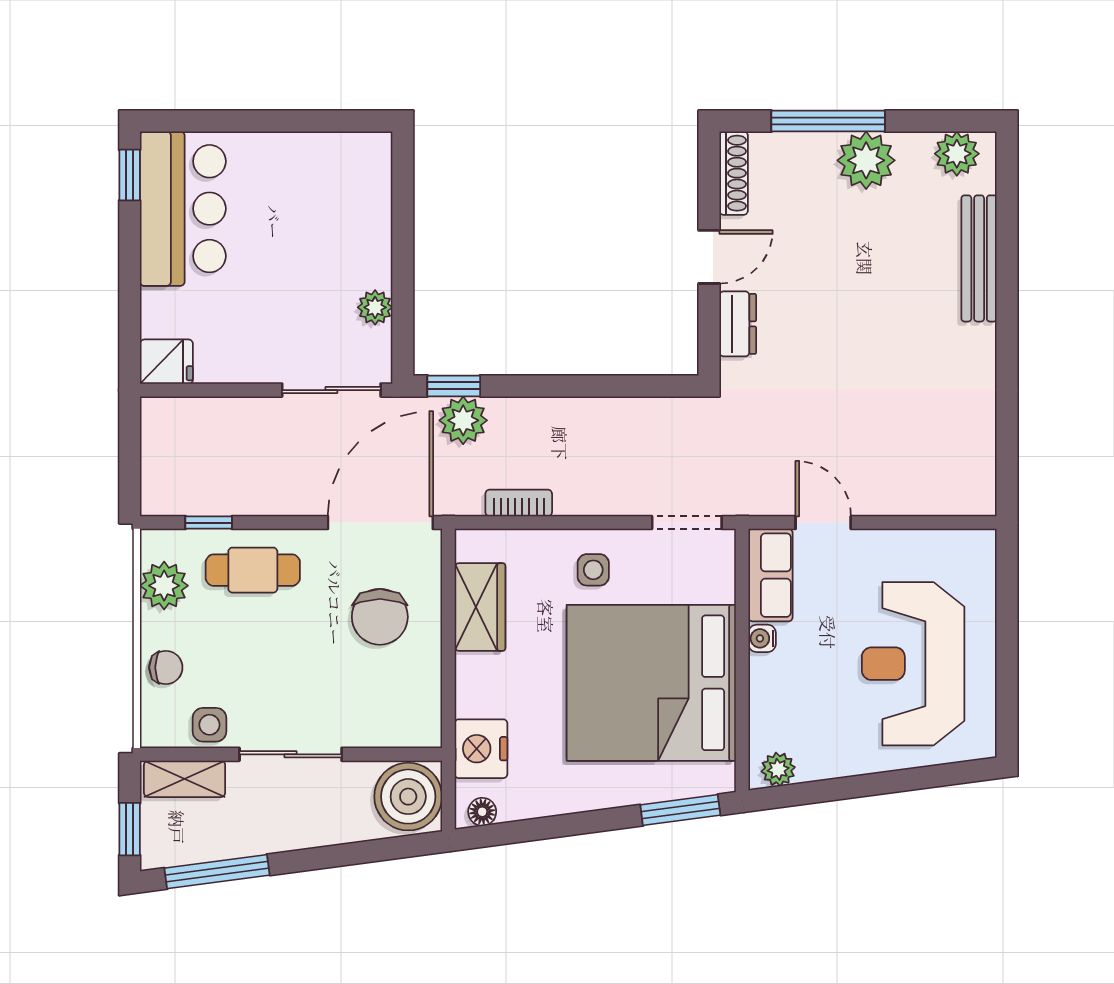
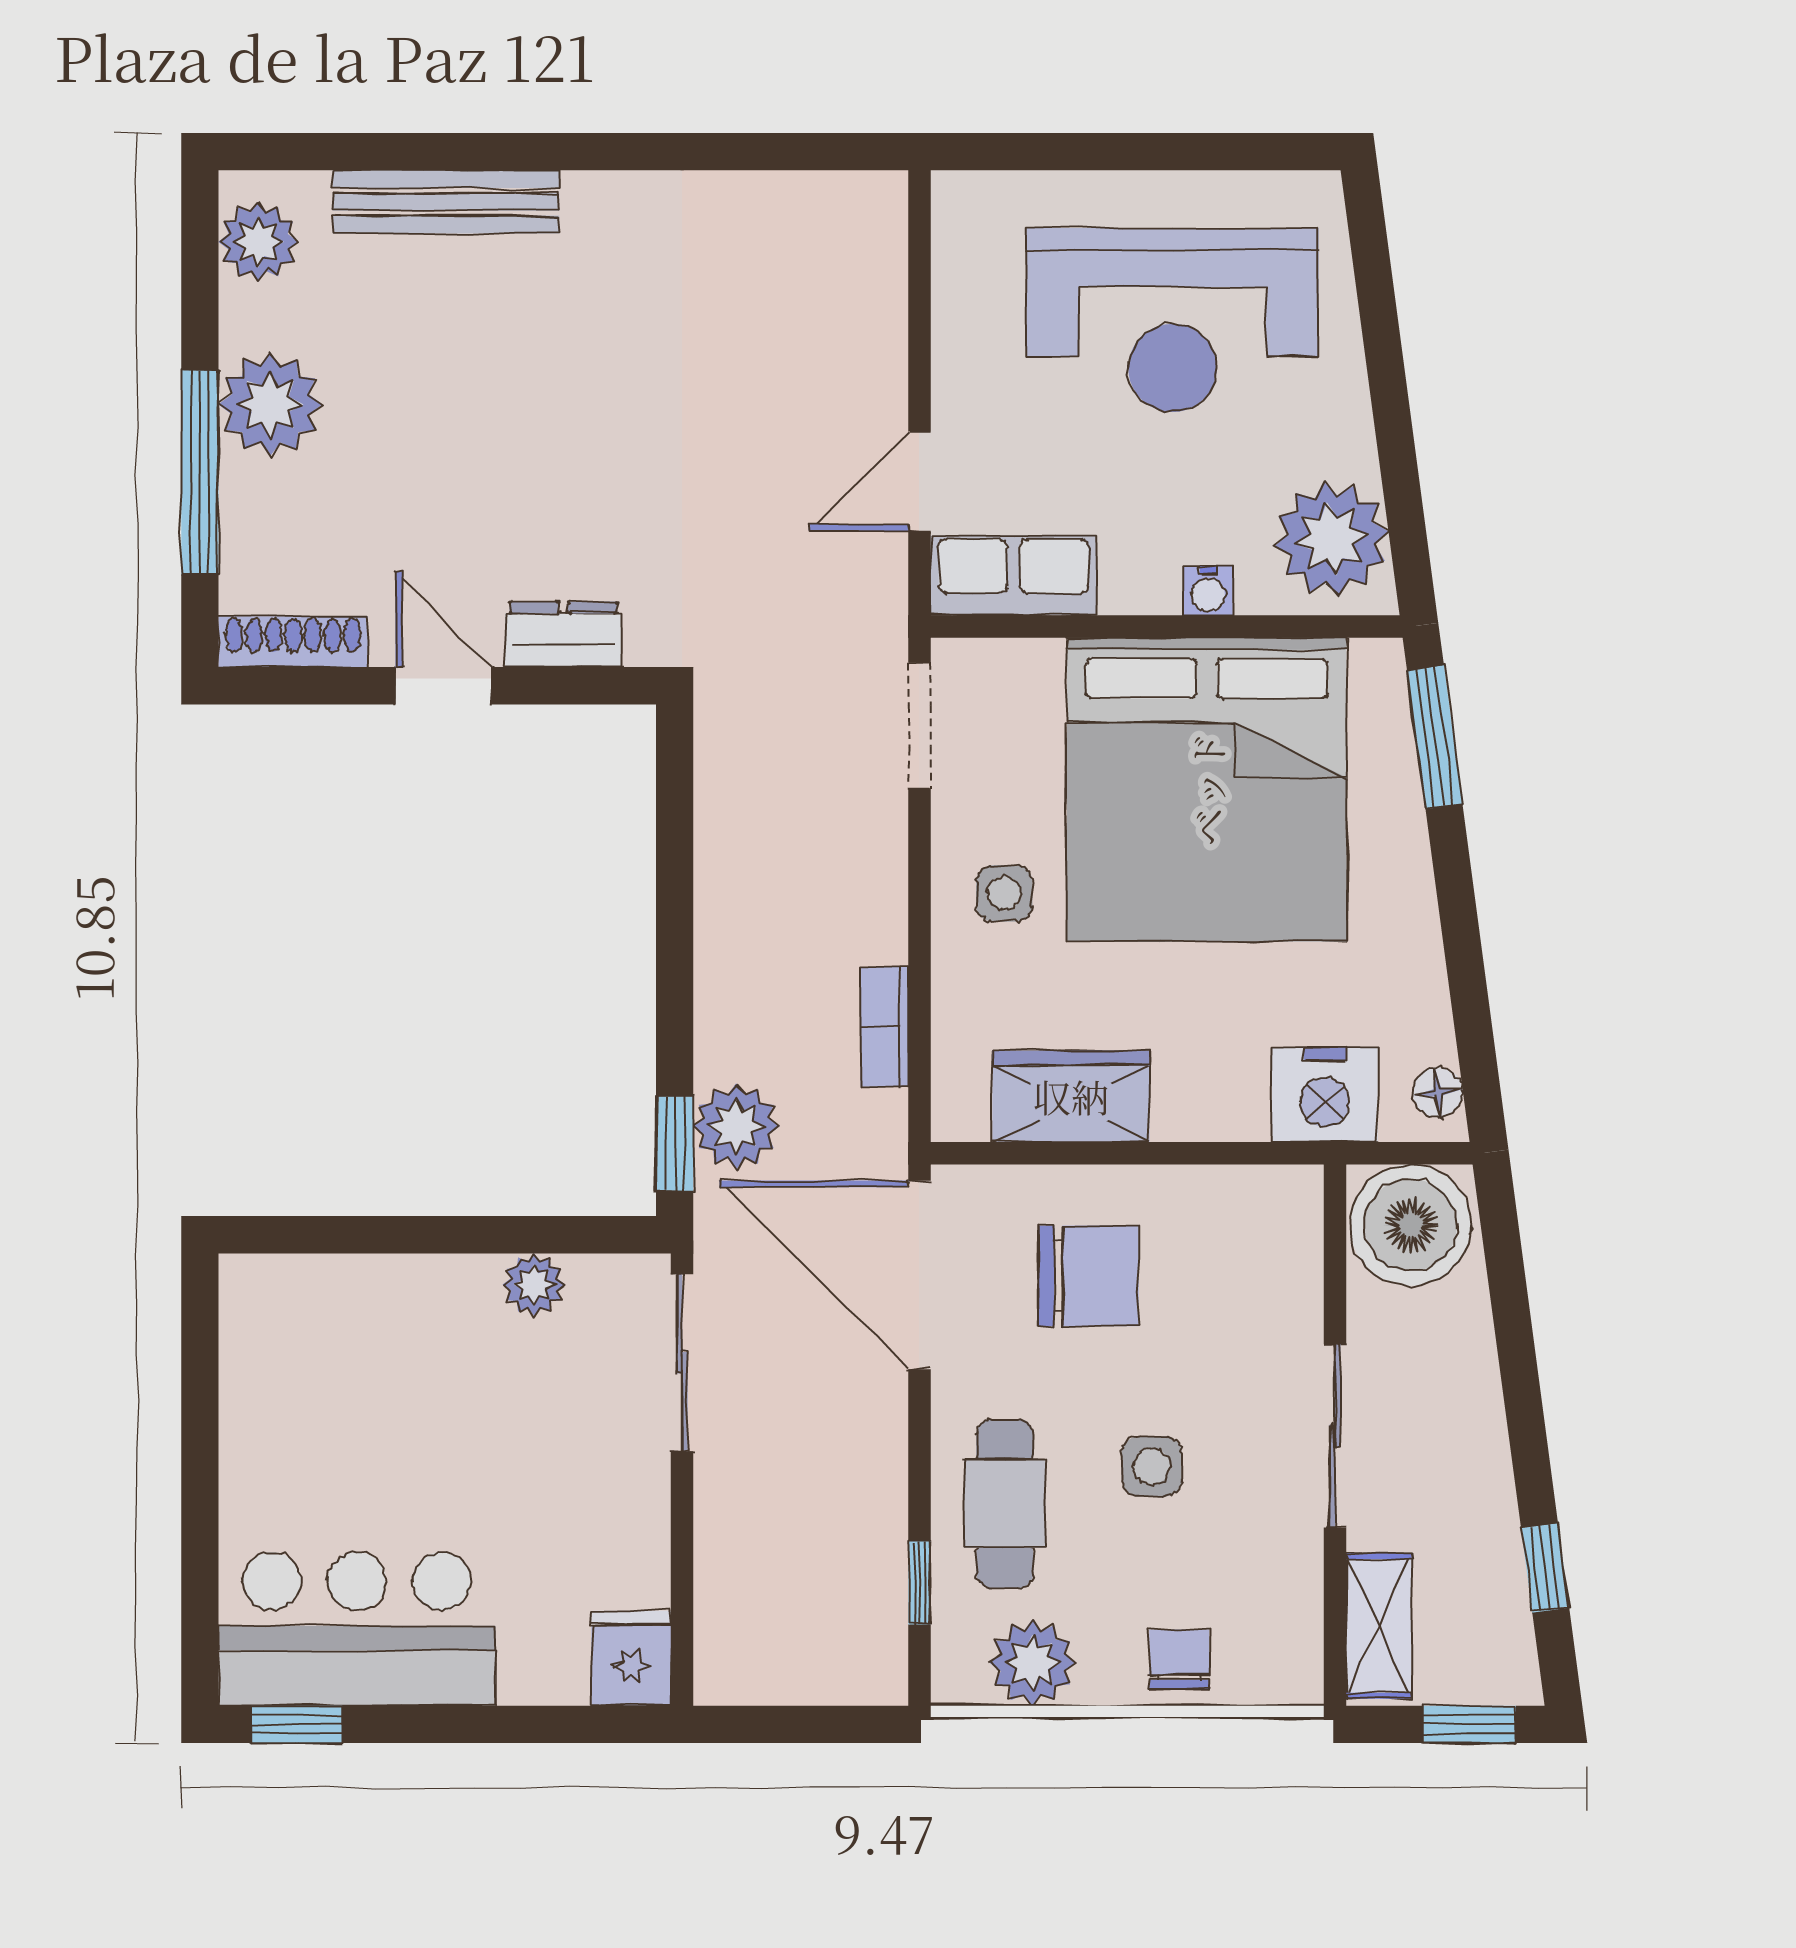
water cooler: (762, 638) -> (1208, 591), moved
side table: (209, 725) -> (1152, 1466), moved
plant: (778, 769) -> (1332, 539), width x1.88, depth x1.88
window: (217, 872) -> (1545, 1568), width x0.46

